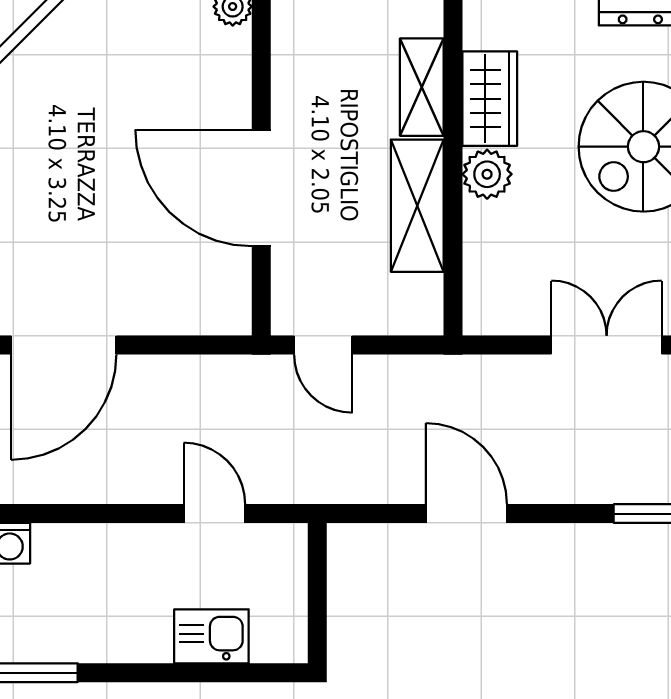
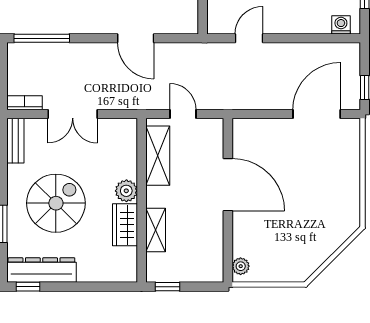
shelving: (417, 206) -> (158, 156), moved
door: (323, 345) -> (183, 114), moved
door: (214, 514) -> (249, 38), swing flipped

